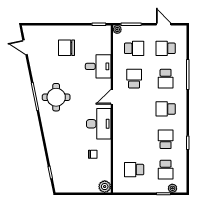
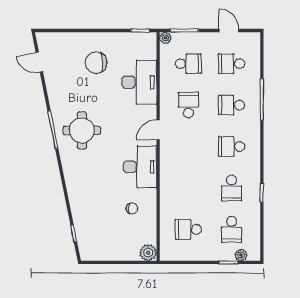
desk: (98, 66) -> (139, 82), width x1.37
school desk: (166, 79) -> (232, 105), turned 90
school desk: (166, 139) -> (232, 188), turned 180

